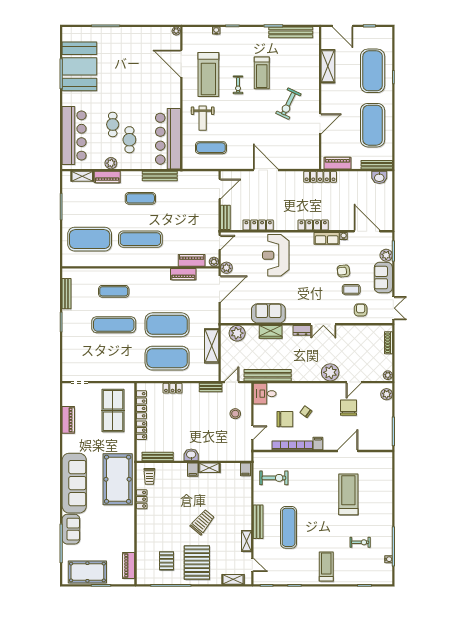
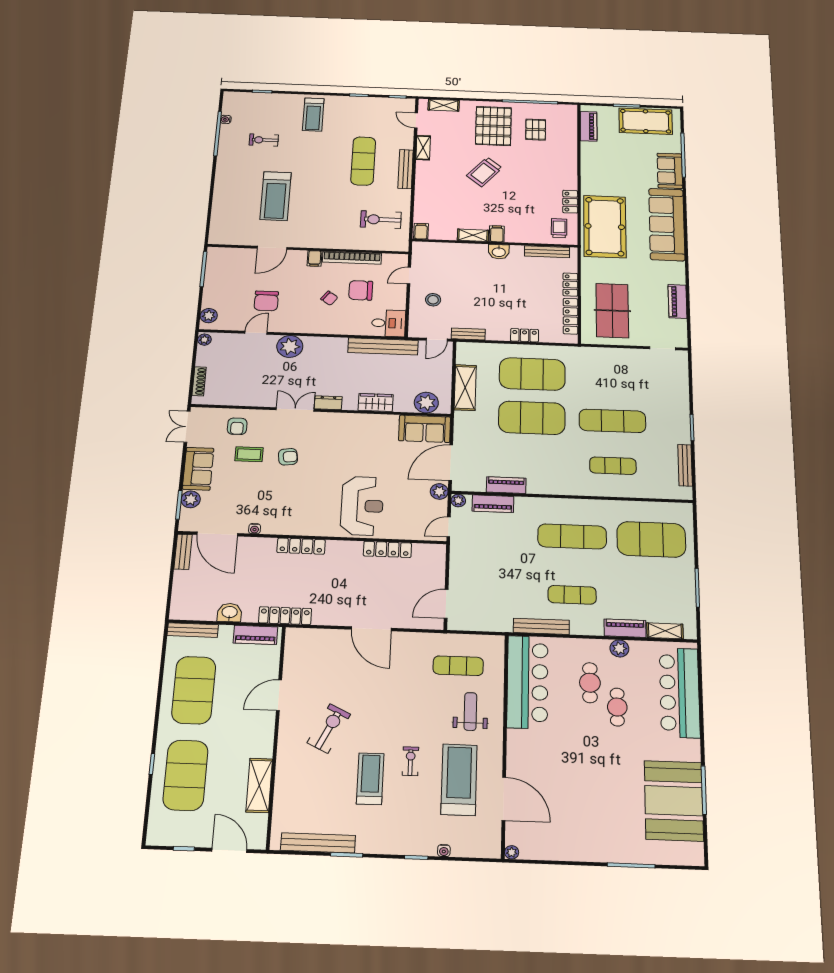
washbasin: (379, 177) -> (230, 613), moved
bench: (225, 217) -> (183, 552), moved
row of seats: (327, 238) -> (281, 526), removed
armchair: (343, 271) -> (288, 457), moved
sofa: (268, 313) -> (425, 429), moved

